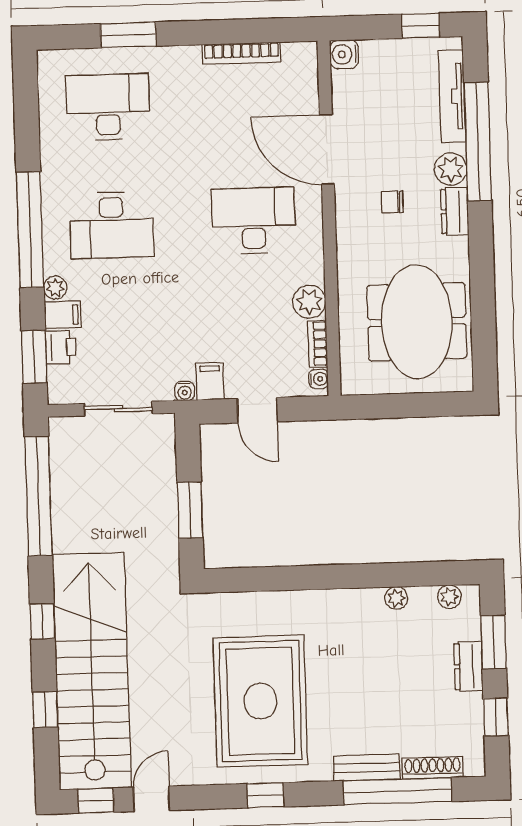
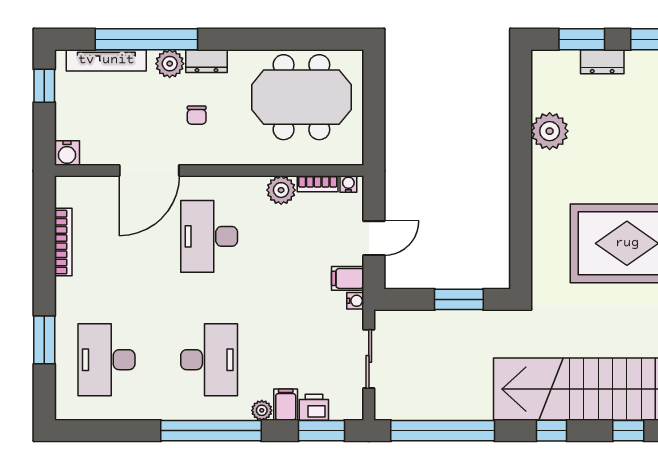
plant: (449, 597) -> (541, 76), removed
plant: (396, 598) -> (550, 131), width x1.88, depth x1.88

